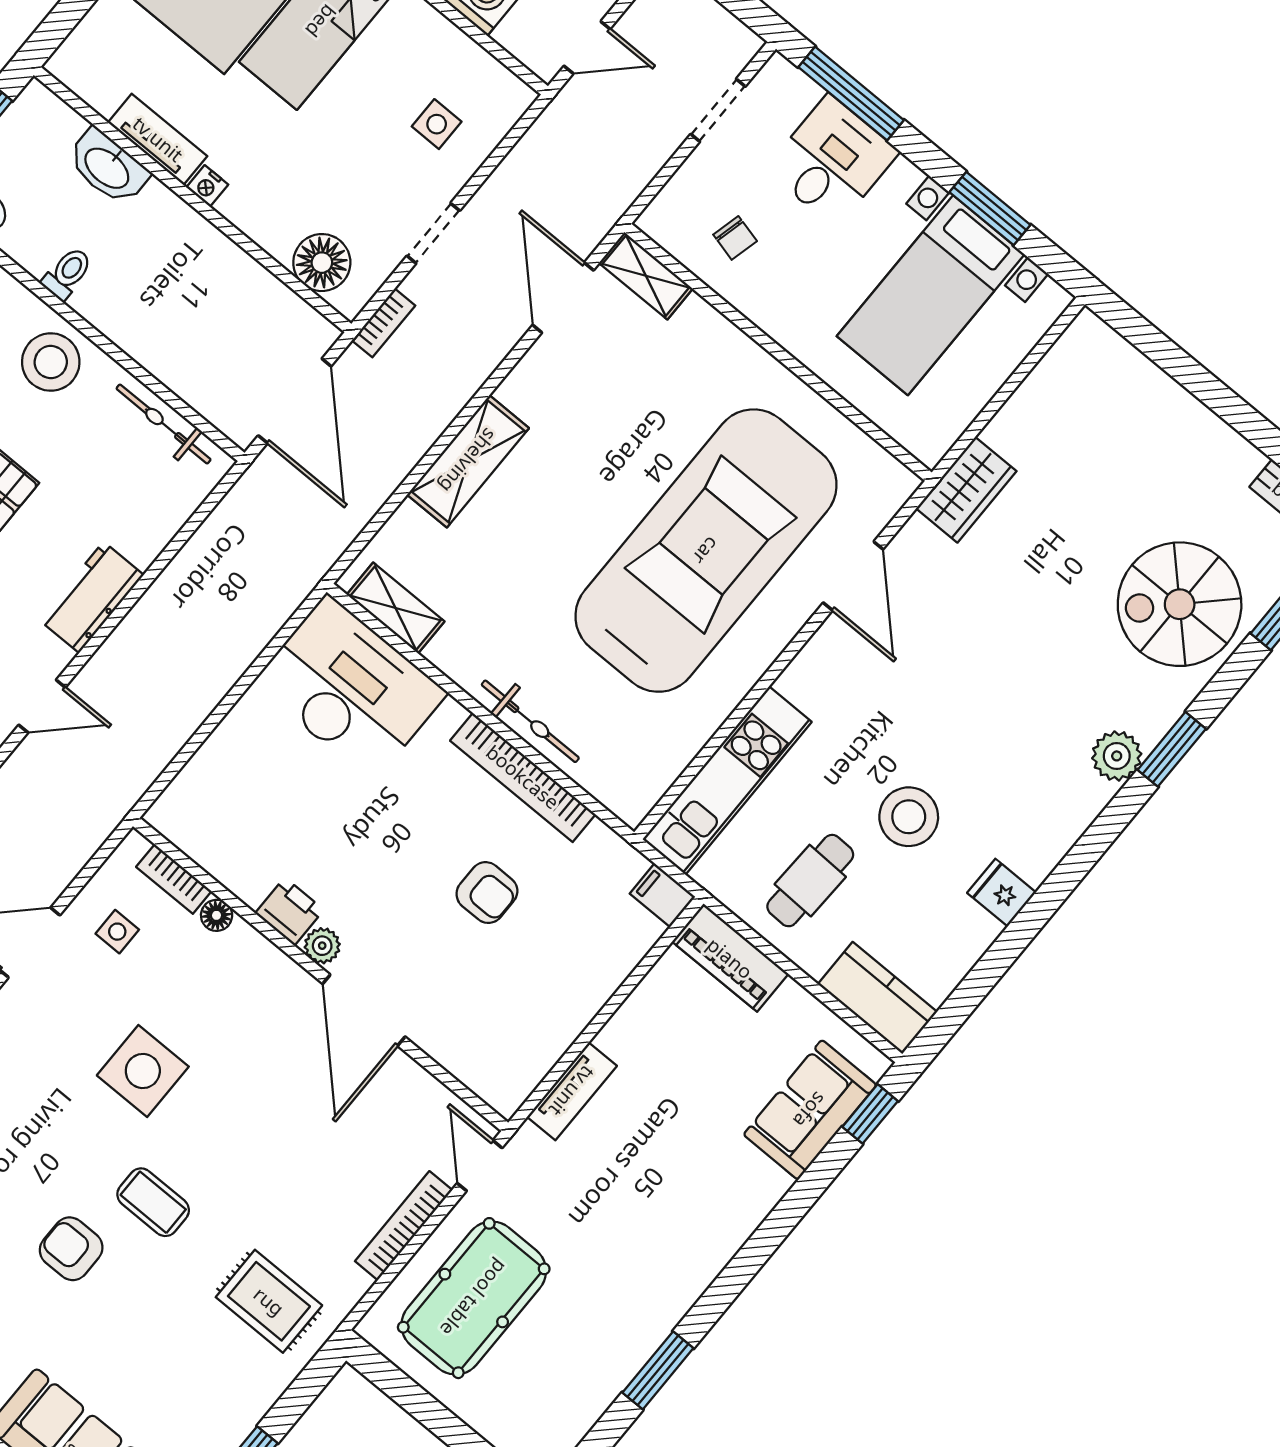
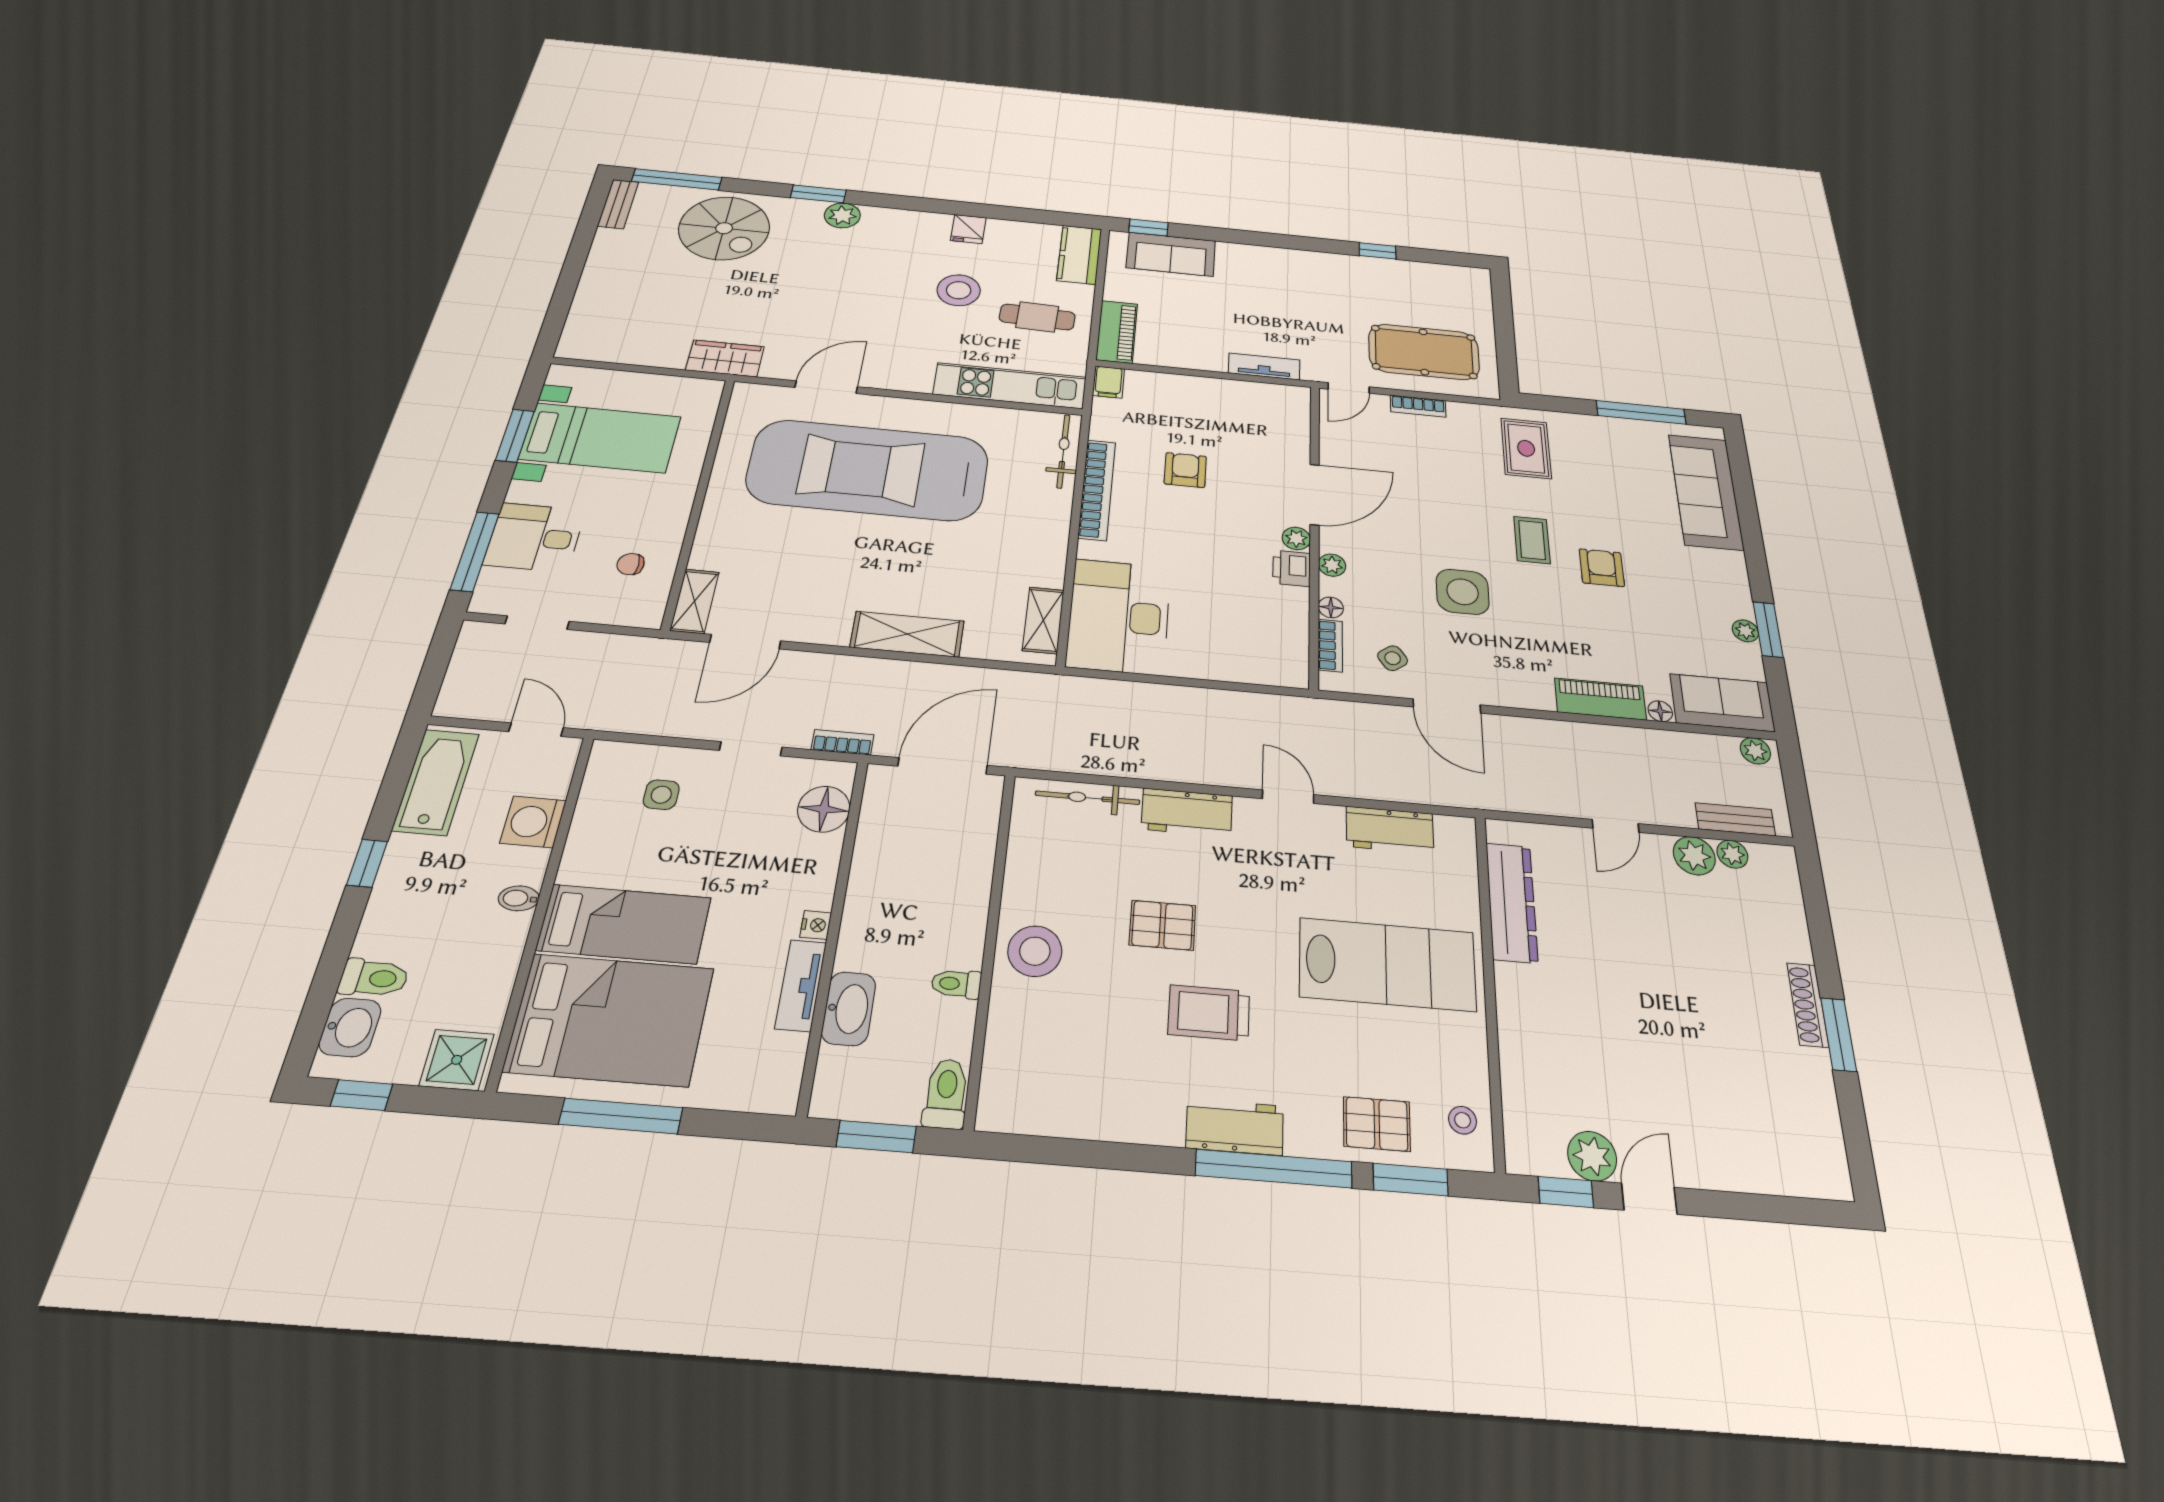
chair: (735, 238) -> (631, 564), turned -104
bicycle: (164, 424) -> (1088, 798), moved, turned 90
bicycle: (530, 721) -> (1063, 451), moved
side table: (117, 932) -> (1393, 658), turned -35
plant: (265, 958) -> (1332, 565), added
bookcase: (404, 1226) -> (1418, 406), width x0.64
armchair: (71, 1249) -> (1602, 568), turned 180
window: (658, 1370) -> (1377, 251), width x0.67

